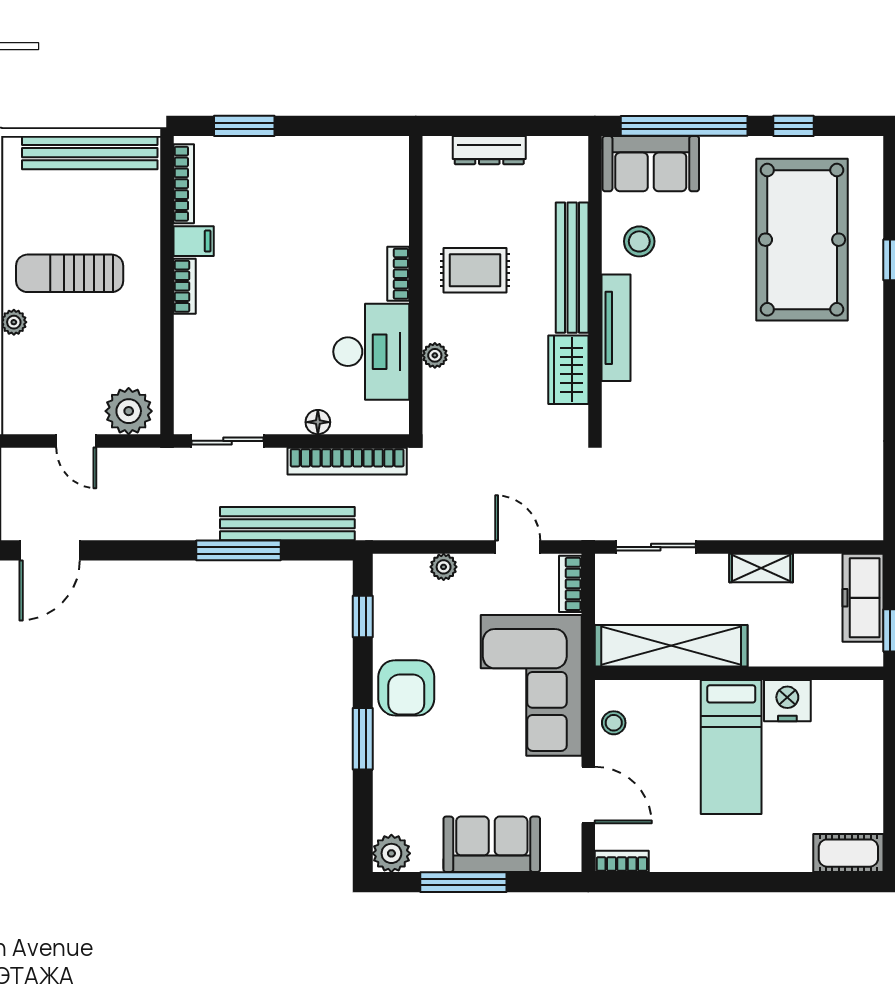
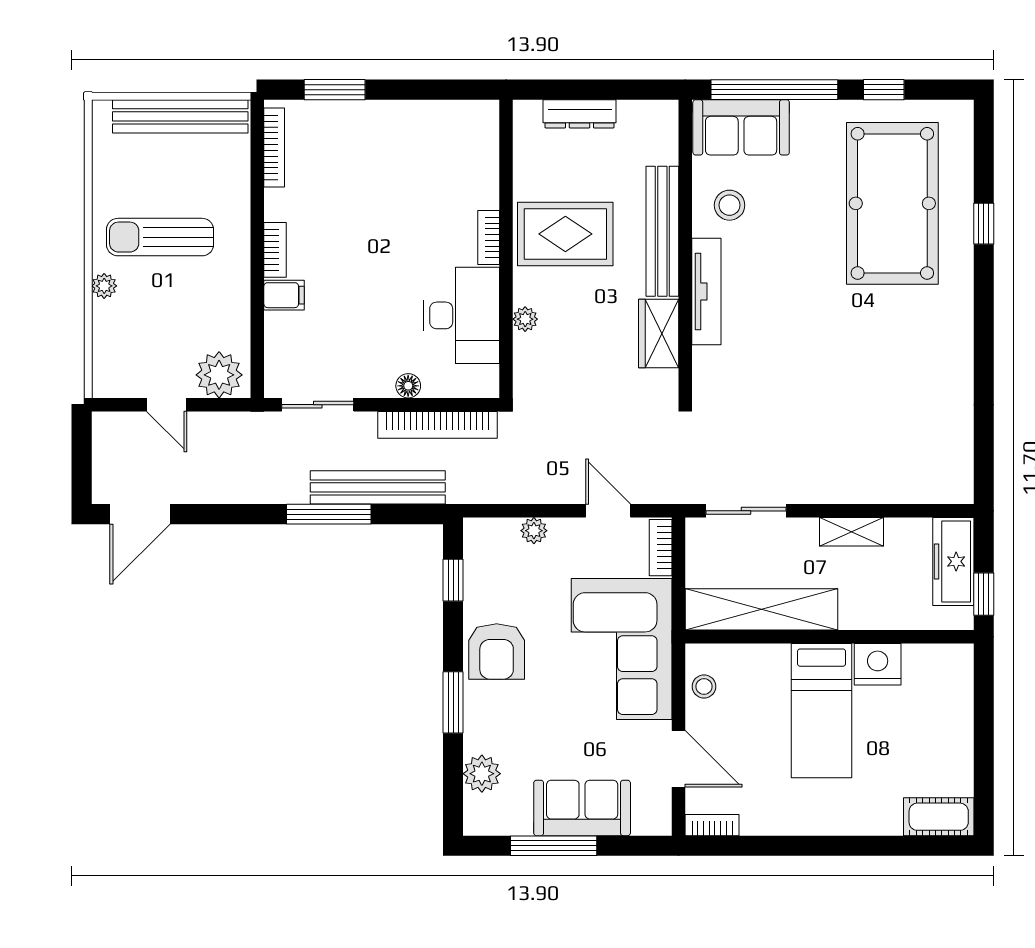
filing cabinet: (194, 241) -> (284, 295), moved
rug: (475, 270) -> (565, 234), width x1.36, depth x1.43
plant: (391, 853) -> (482, 774), moved

